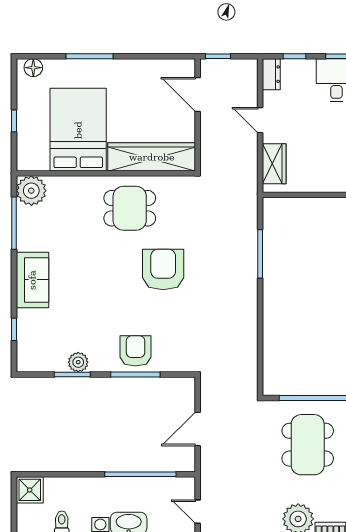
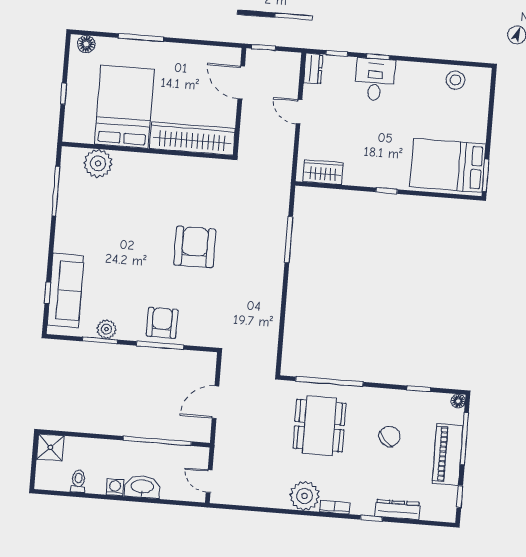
wardrobe: (274, 164) -> (323, 172), moved, turned -90
plant: (31, 191) -> (98, 163), moved
dining table: (130, 208) -> (167, 186), removed
sofa: (32, 280) -> (66, 290), moved, width x1.36

